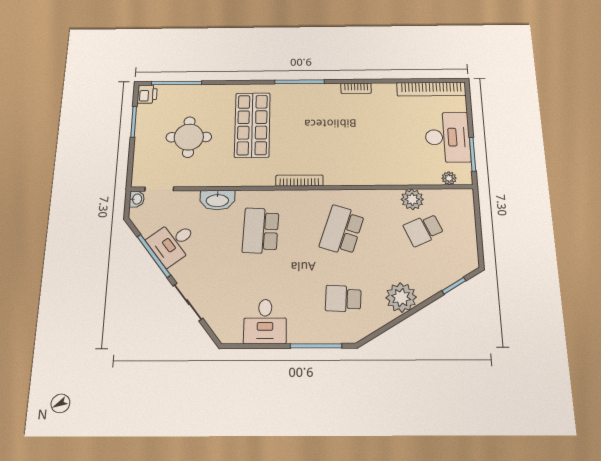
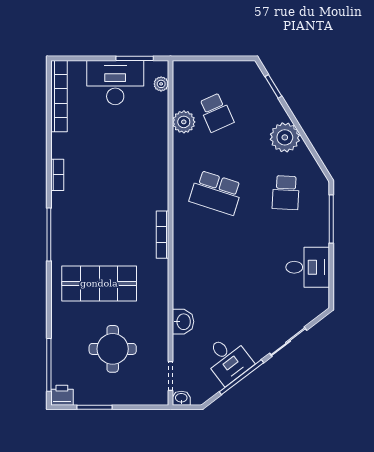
washbasin: (217, 200) -> (183, 322), width x0.72
school desk: (261, 231) -> (216, 273), removed

